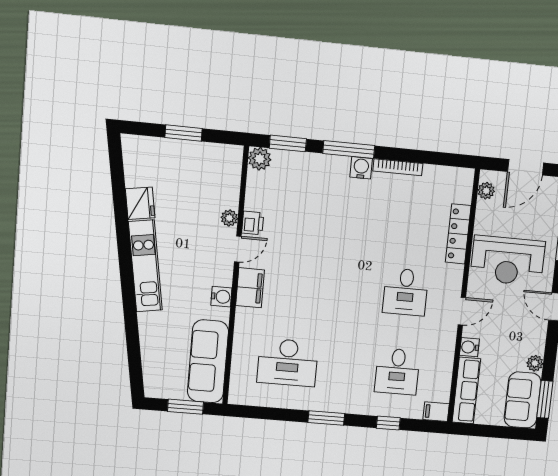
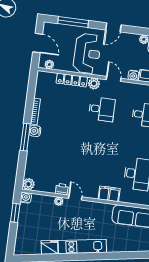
window: (183, 133) -> (15, 213), moved
window: (288, 143) -> (21, 169), removed
plant: (453, 275) -> (94, 84), added
filing cabinet: (250, 288) -> (109, 194), moved
water cooler: (221, 297) -> (26, 198), moved

